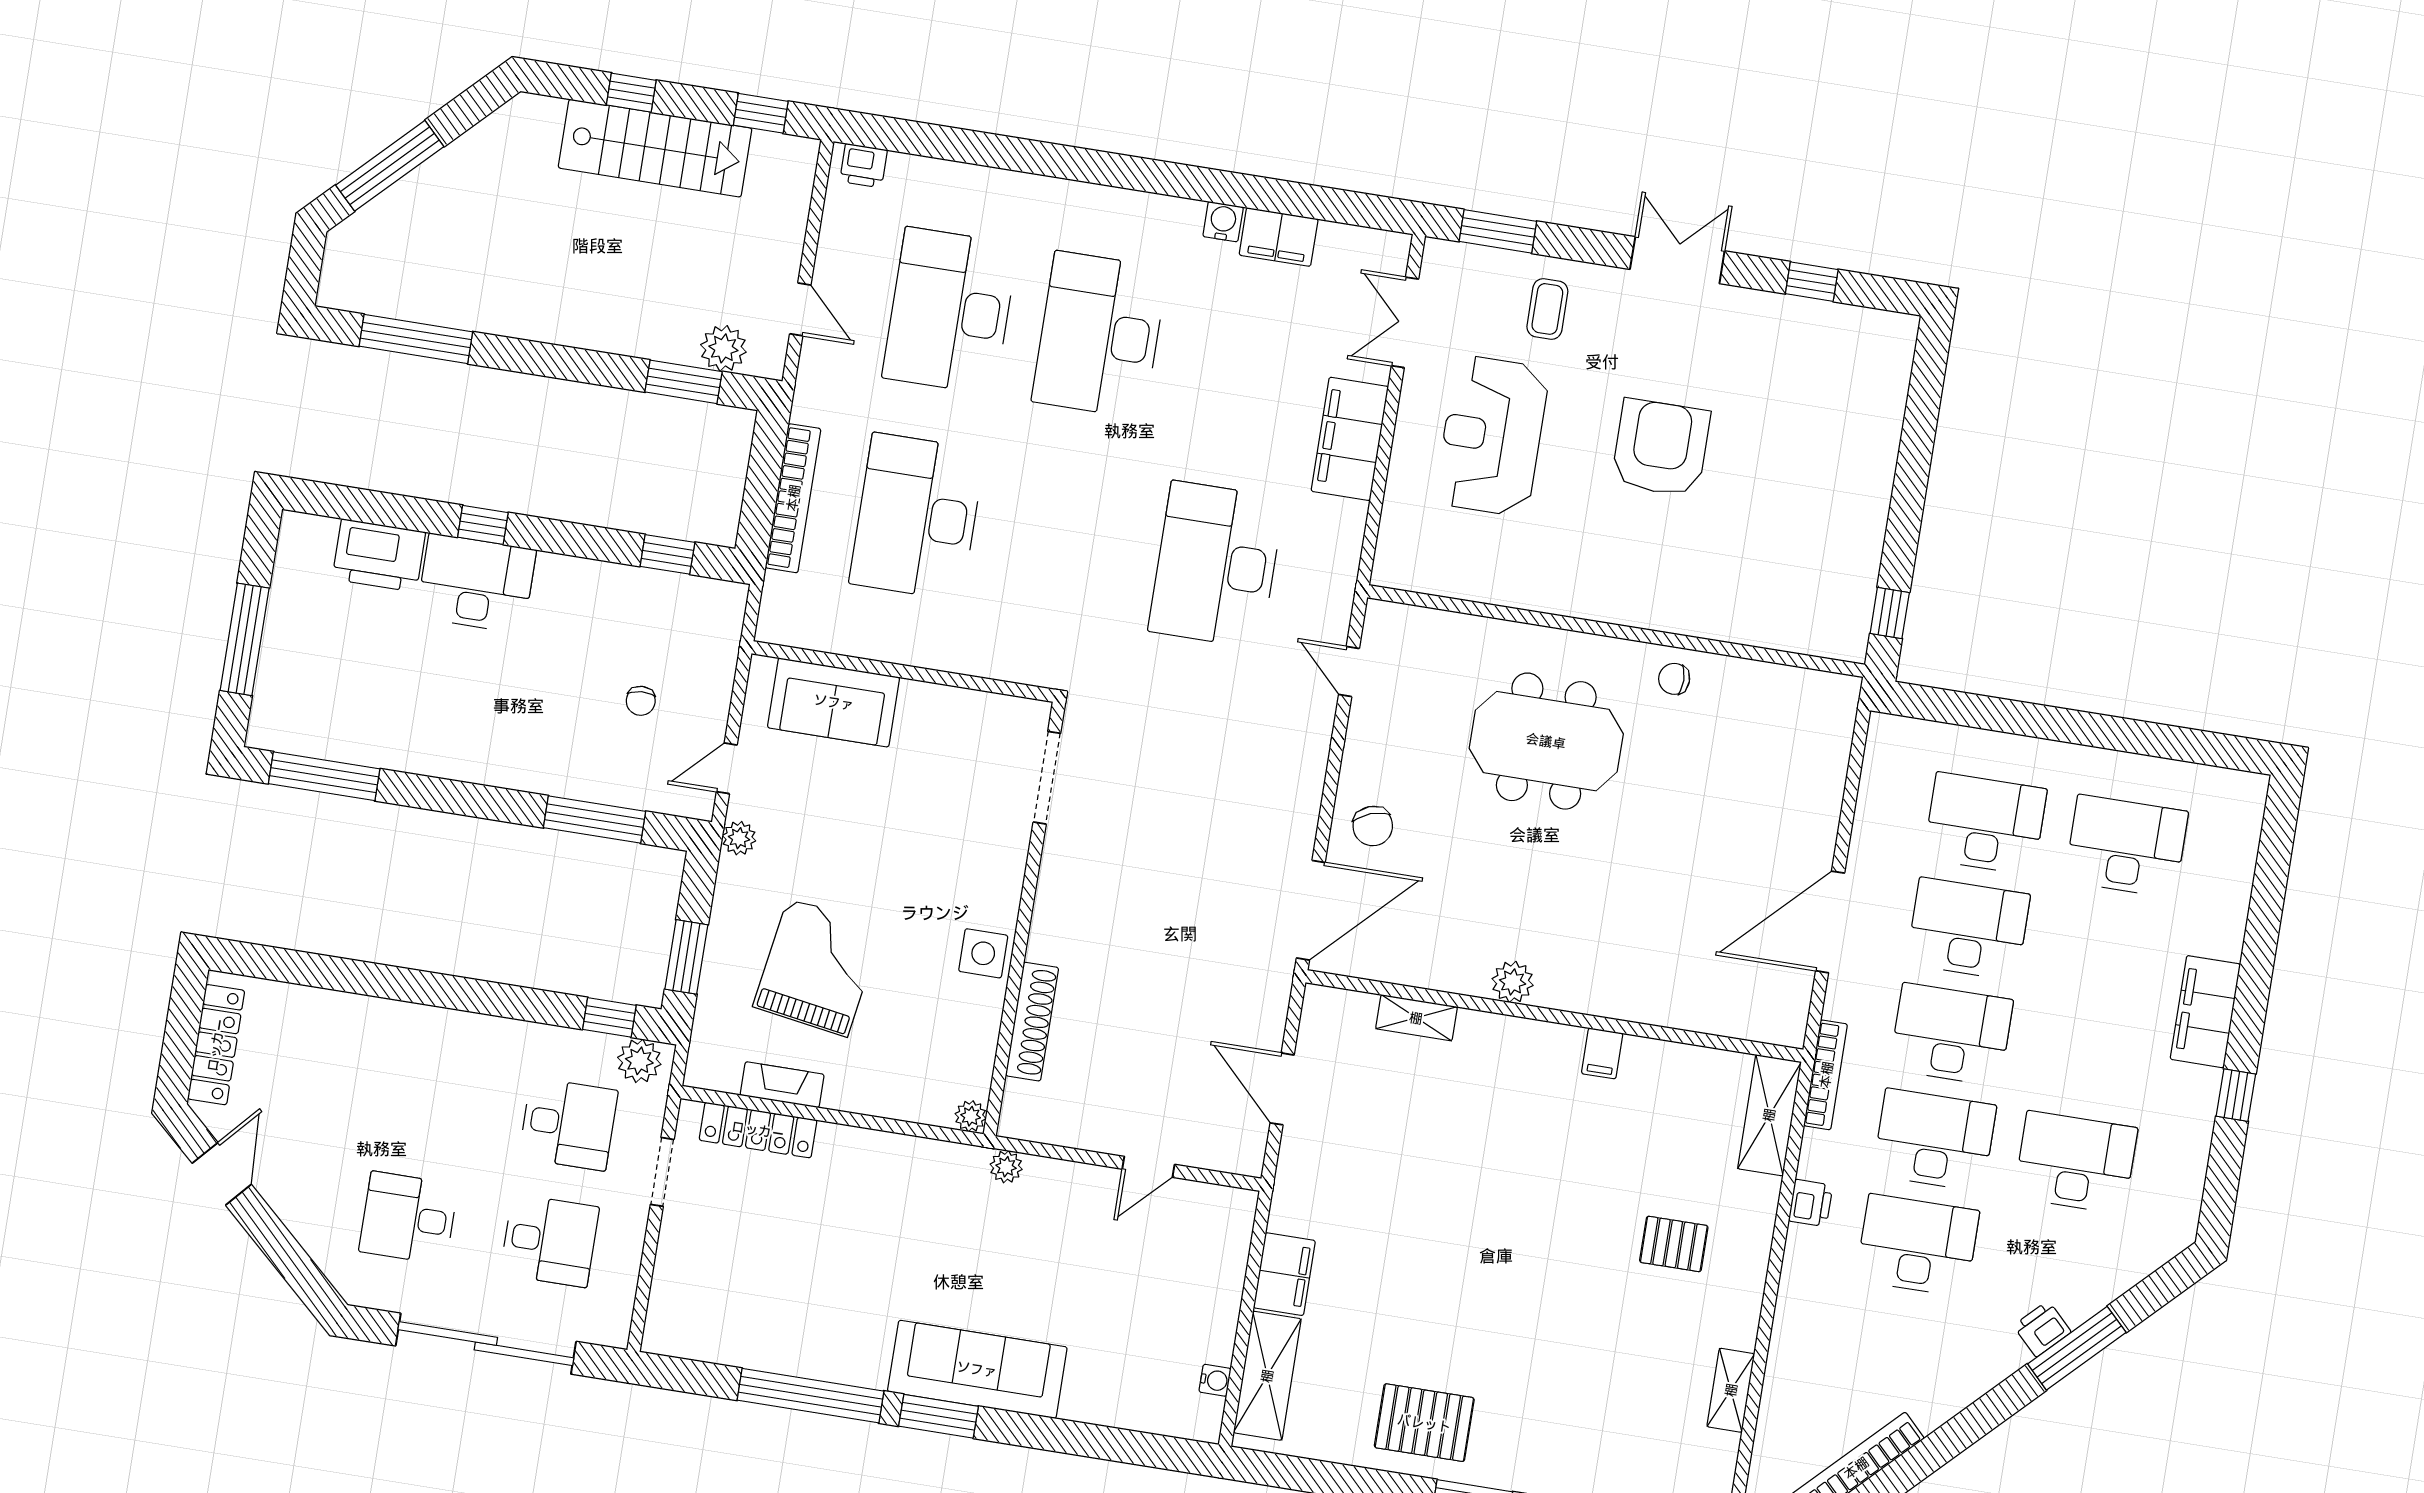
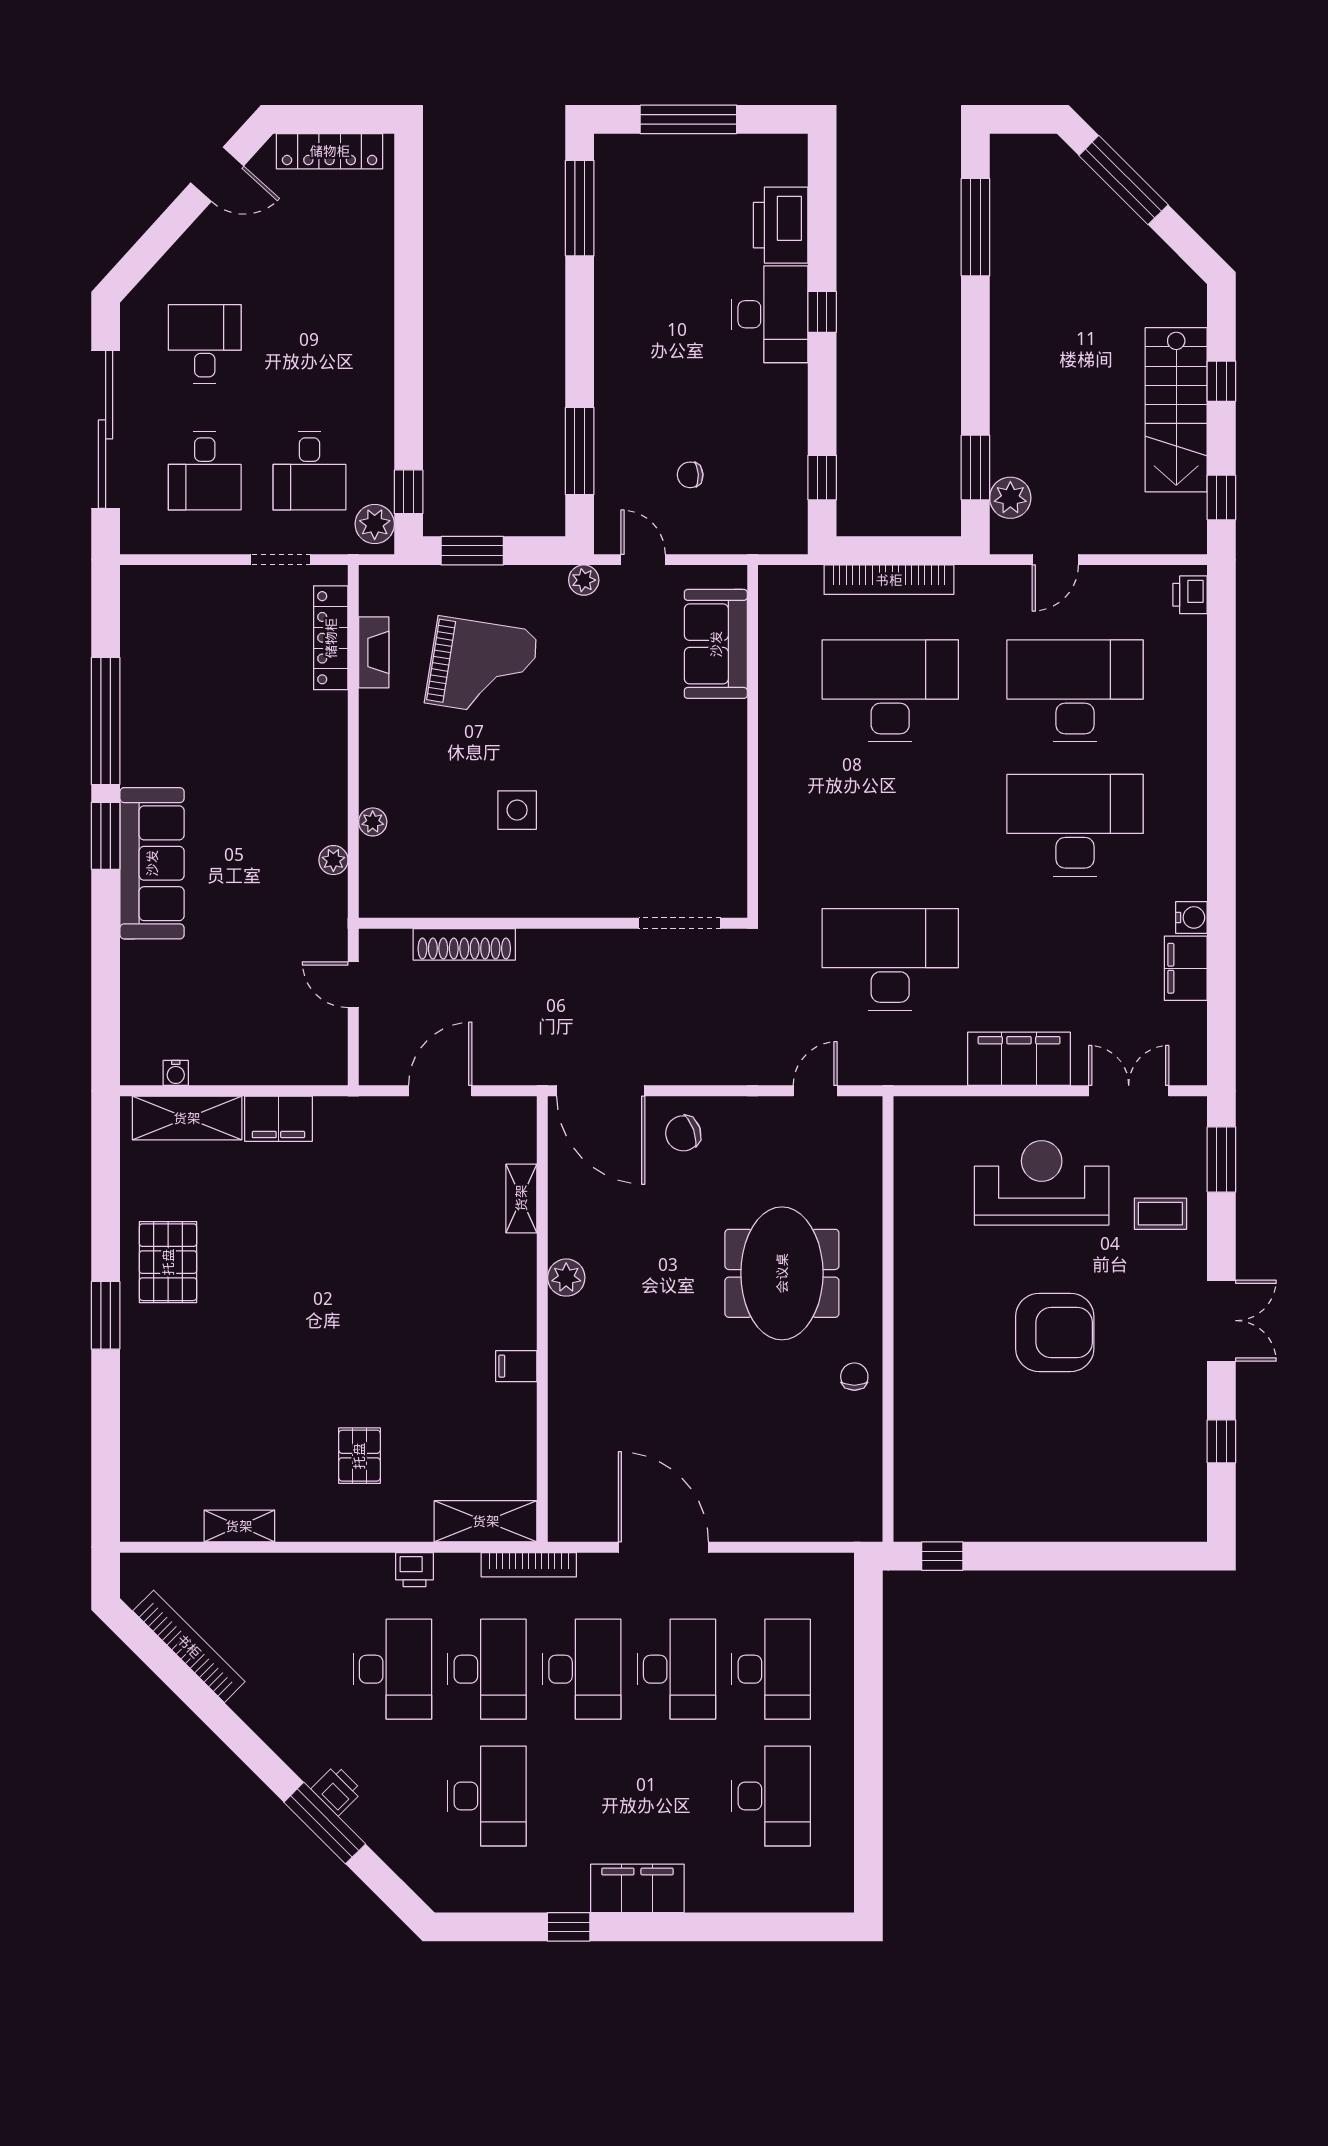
doorway: (1047, 778) -> (680, 923), moved
wall: (1024, 919) -> (553, 923), moved
shoe rack: (1032, 1022) -> (464, 944), moved

